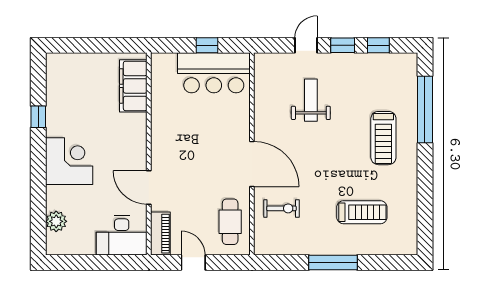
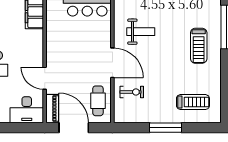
weight bench: (311, 100) -> (141, 32), moved, turned 90
treadmill: (362, 212) -> (193, 102), moved
door: (193, 263) -> (74, 128), width x1.88

